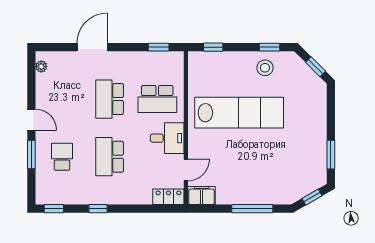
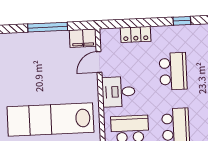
locker: (168, 197) -> (136, 34), moved
window: (252, 209) -> (48, 27), moved

